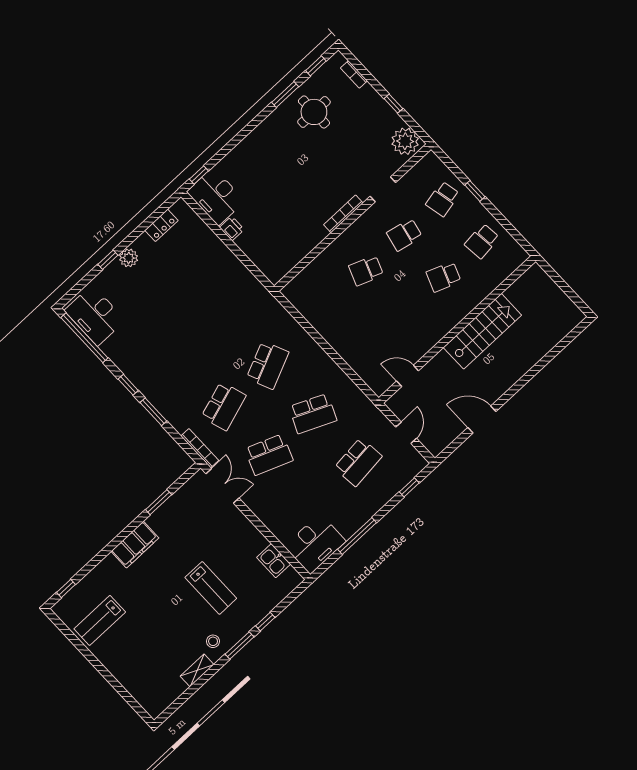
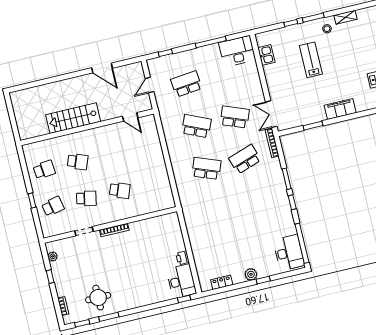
plant: (405, 141) -> (53, 256), width x0.53, depth x0.53
school desk: (268, 365) -> (206, 168), turned 45

